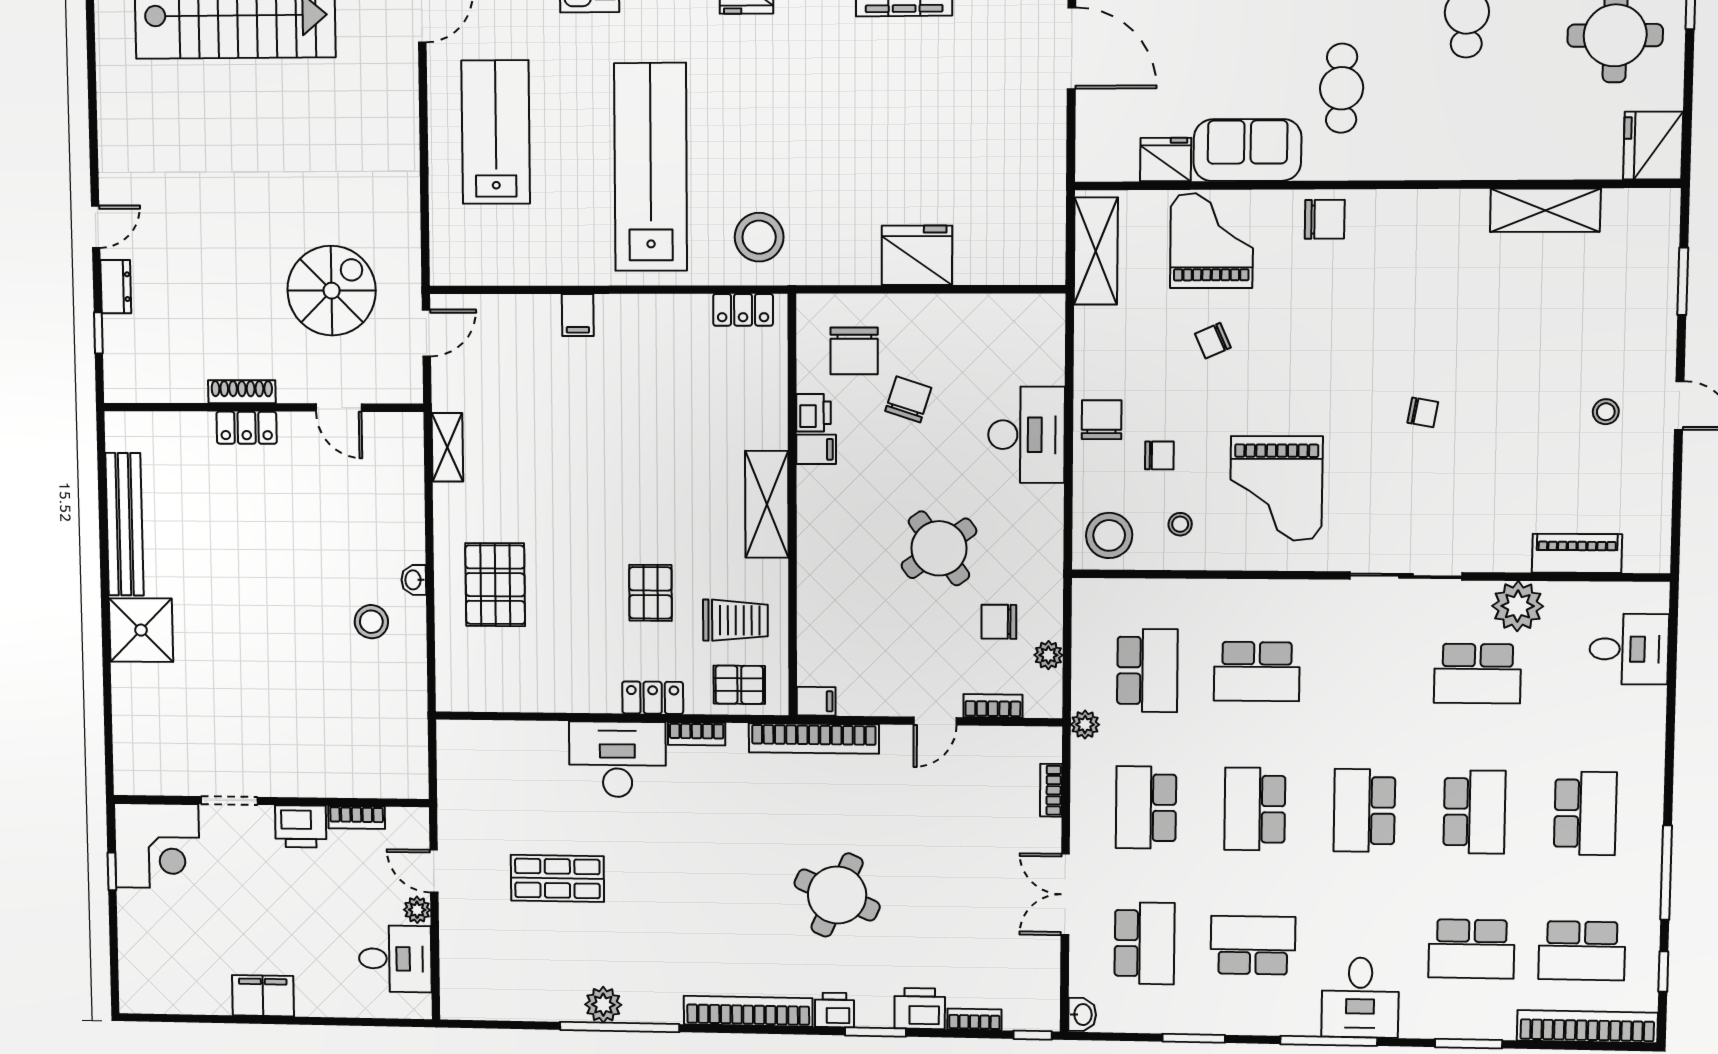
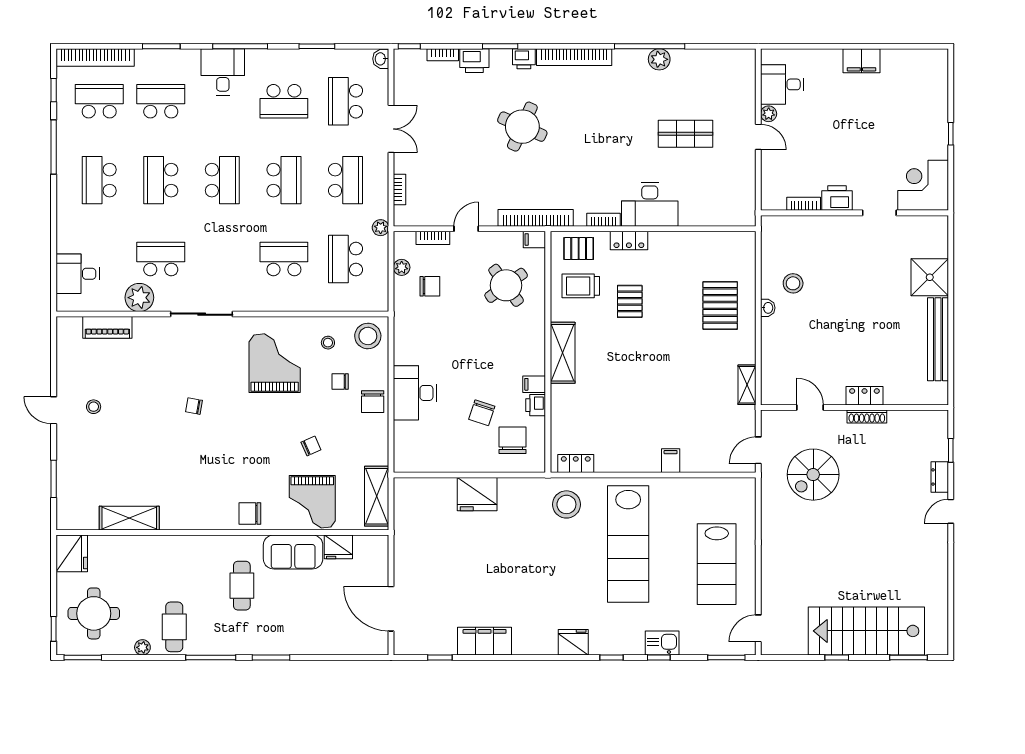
round table: (939, 548) -> (506, 285), moved
doorway: (229, 800) -> (879, 213), moved
wall: (271, 801) -> (855, 213), moved
bookcase: (357, 817) -> (804, 204), moved
printer: (301, 826) -> (837, 198), moved
corner desk: (157, 846) -> (923, 185), moved

